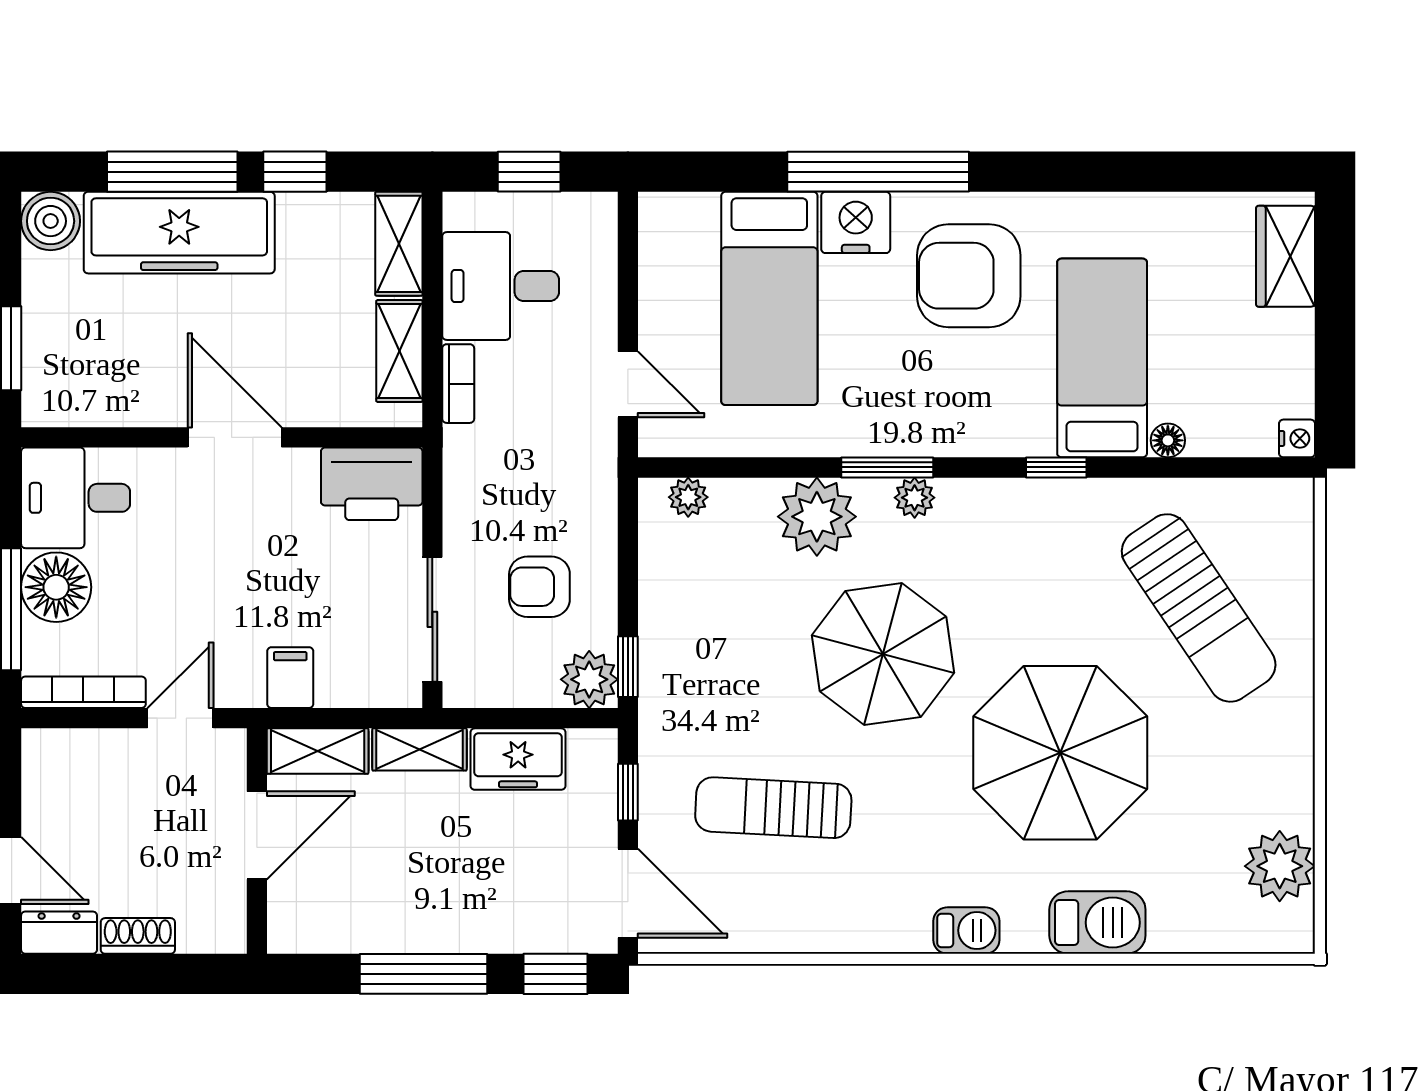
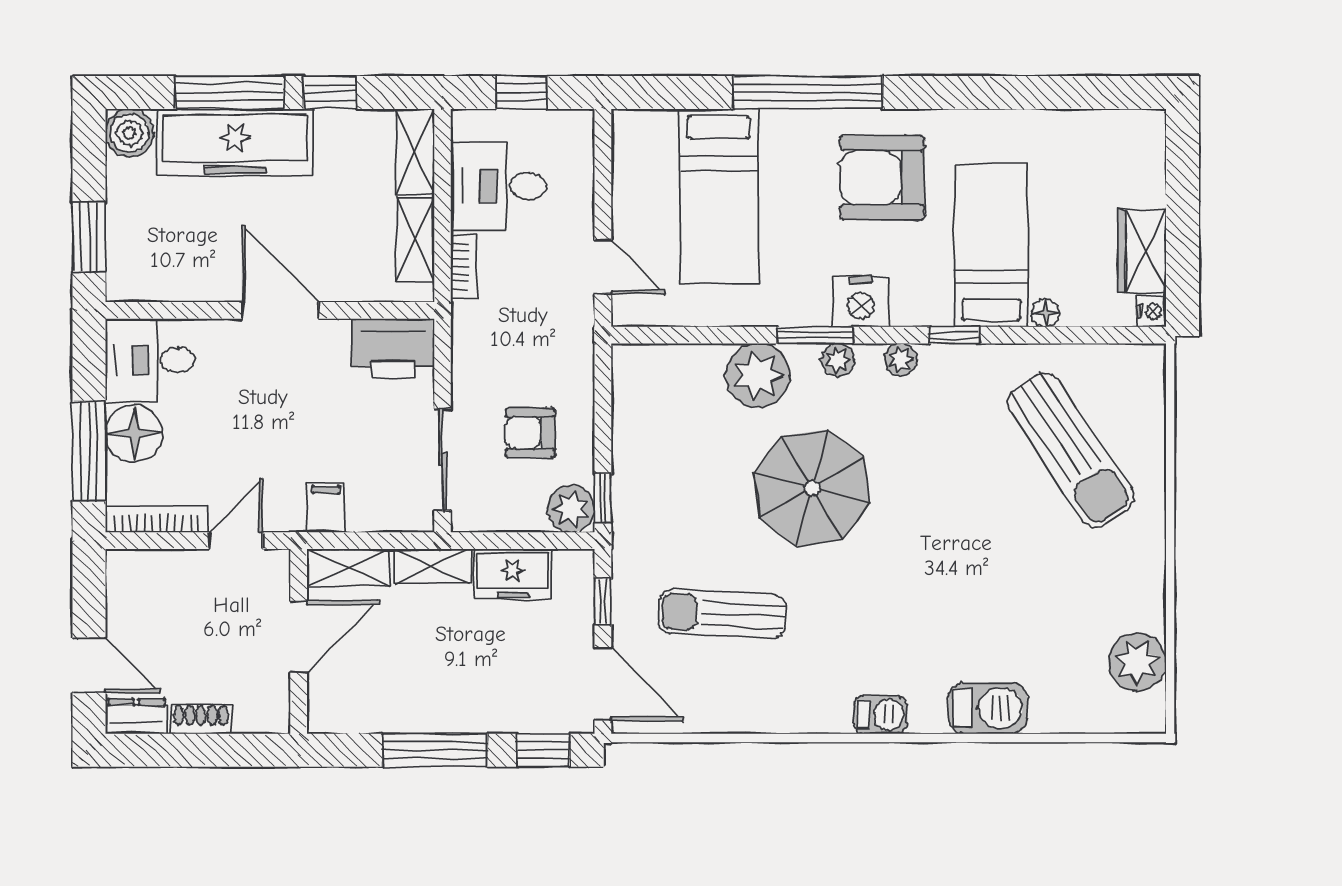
nightstand: (856, 222) -> (861, 302), moved, turned 180
wardrobe: (1286, 256) -> (1142, 251), moved
plant: (688, 497) -> (901, 359), moved
parasol: (1060, 753) -> (957, 569), removed

